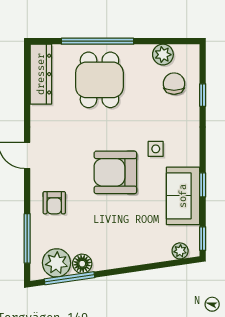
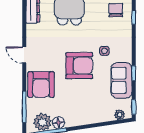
armchair: (115, 172) -> (79, 66), turned 180
armchair: (54, 203) -> (41, 85), width x1.88, depth x1.88

